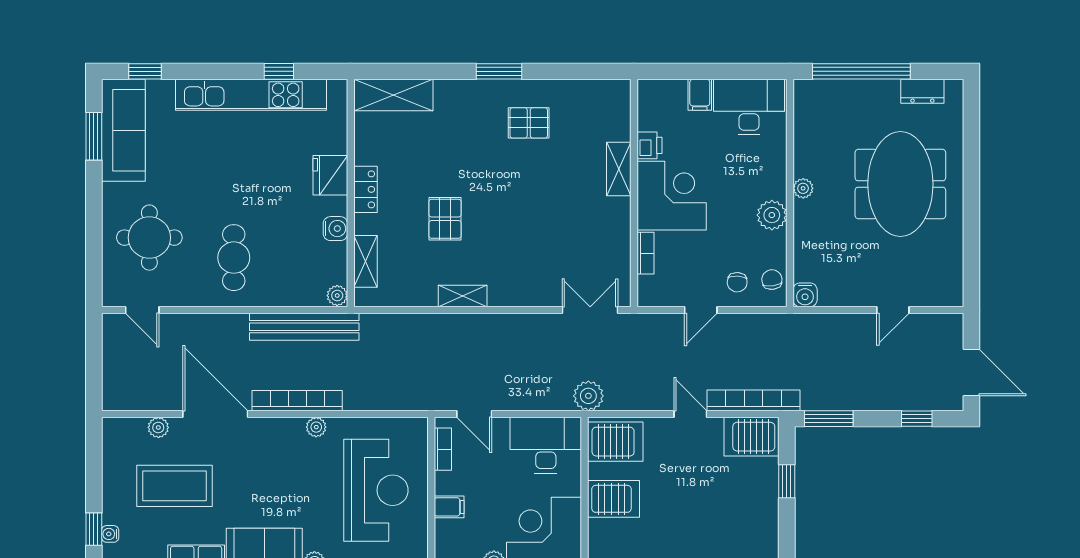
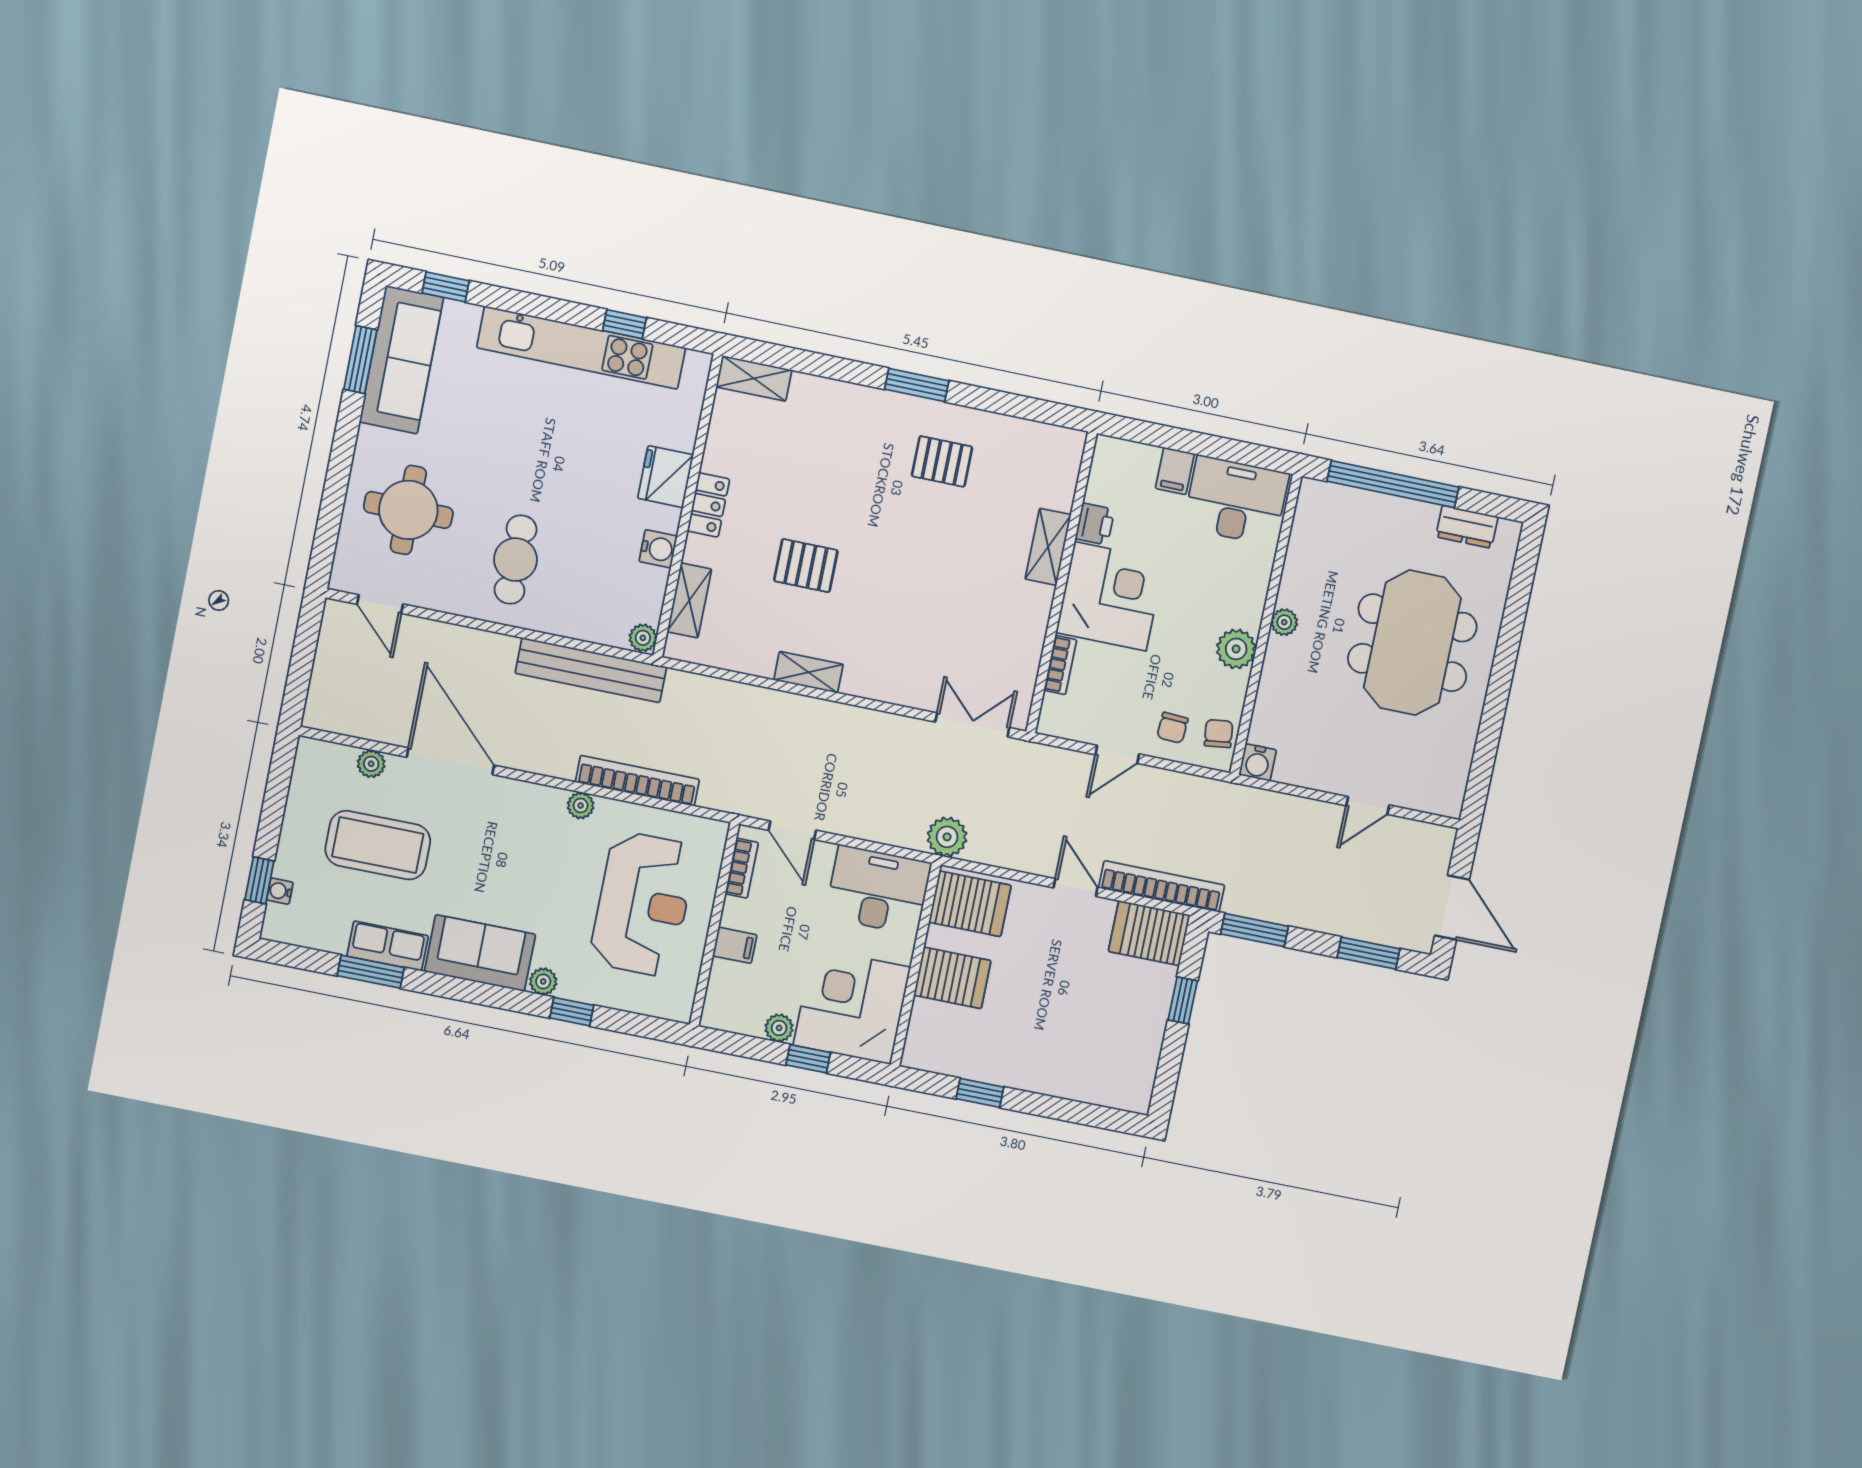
shelving: (393, 95) -> (754, 378), width x0.67, depth x0.75
pallet: (445, 219) -> (806, 566), turned 90
bookcase: (297, 401) -> (637, 781), moved
window: (917, 419) -> (1369, 953), width x1.50

